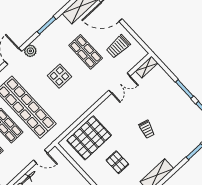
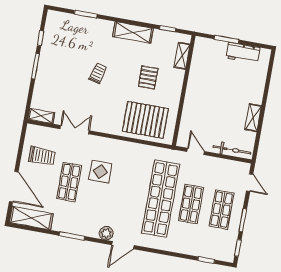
display table: (60, 76) -> (100, 172), moved

